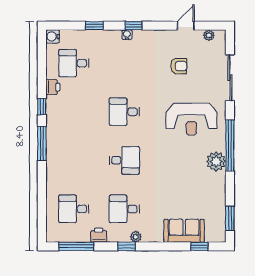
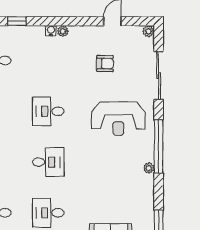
window: (133, 26) -> (58, 21), removed
plant: (138, 35) -> (63, 31), added
plant: (209, 35) -> (148, 31), moved
plant: (216, 161) -> (149, 168), width x0.53, depth x0.53

